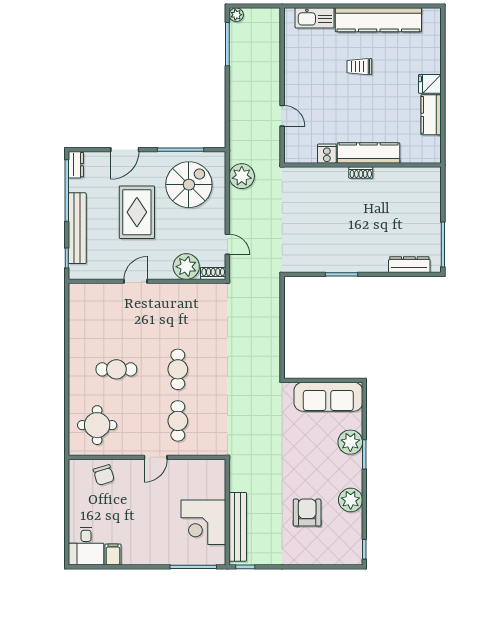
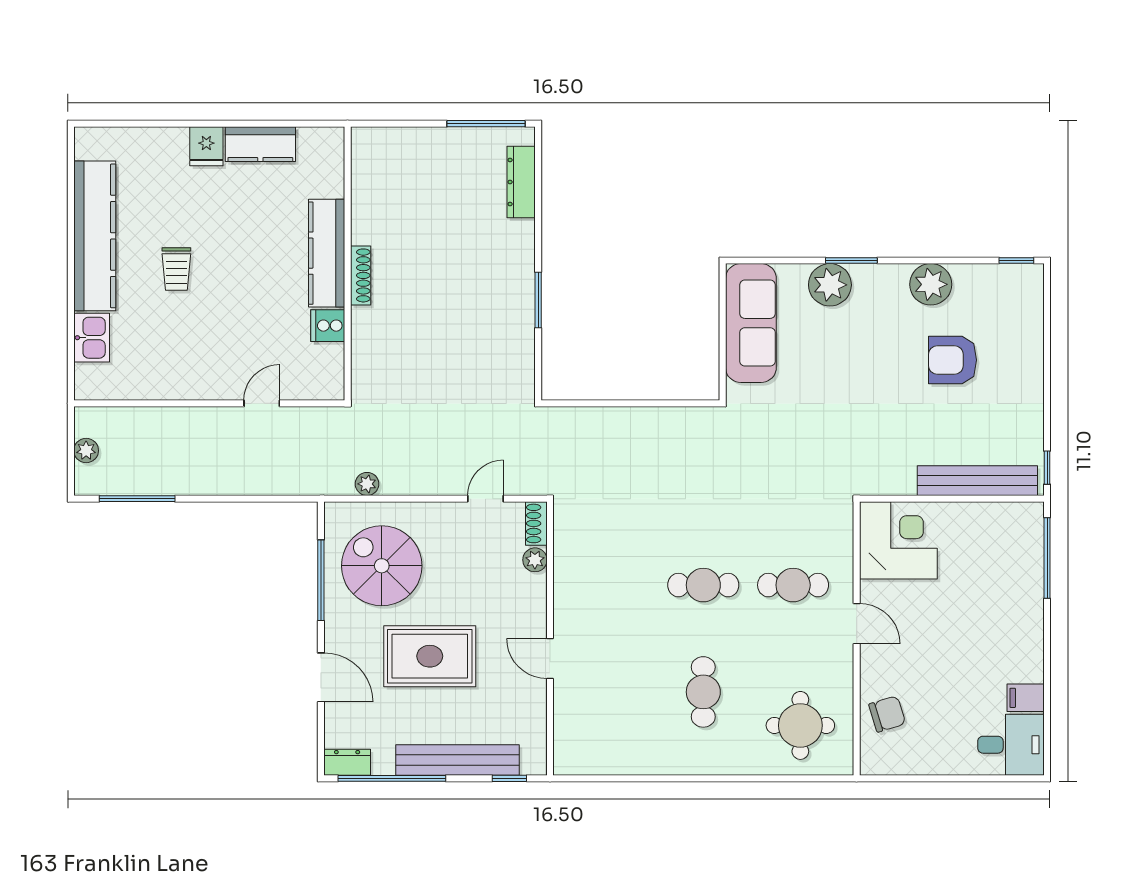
plant: (236, 15) -> (86, 451), moved
kitchen sink: (315, 18) -> (92, 338), width x0.73
shoe rack: (361, 172) -> (361, 275), width x1.43
plant: (242, 176) -> (367, 484), width x0.53, depth x0.53
plant: (186, 267) -> (535, 560), width x0.53, depth x0.53
corner desk: (203, 522) -> (898, 540), moved, turned -90

